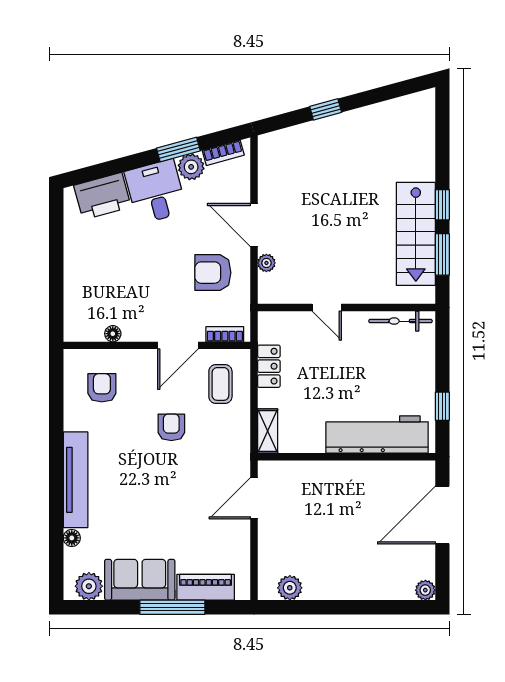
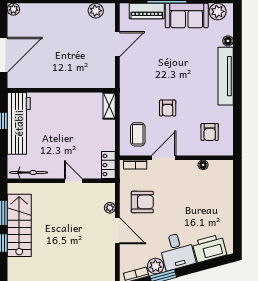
locker: (269, 366) -> (108, 165), moved
workbench: (377, 435) -> (19, 123), moved, turned -90
door: (254, 498) -> (117, 44), moved

